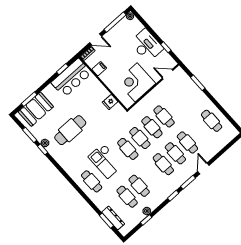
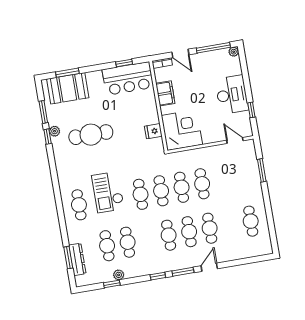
filing cabinet: (99, 69) -> (165, 93), width x2.00
corner desk: (136, 82) -> (182, 130), moved, turned 90

